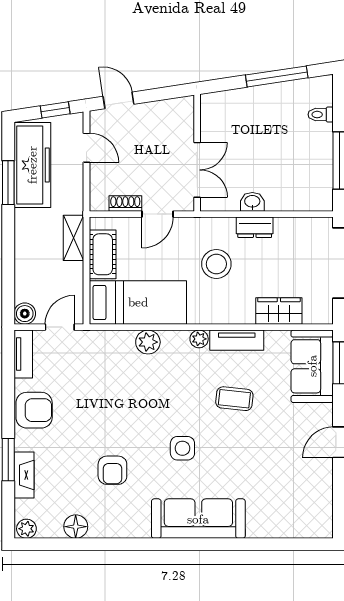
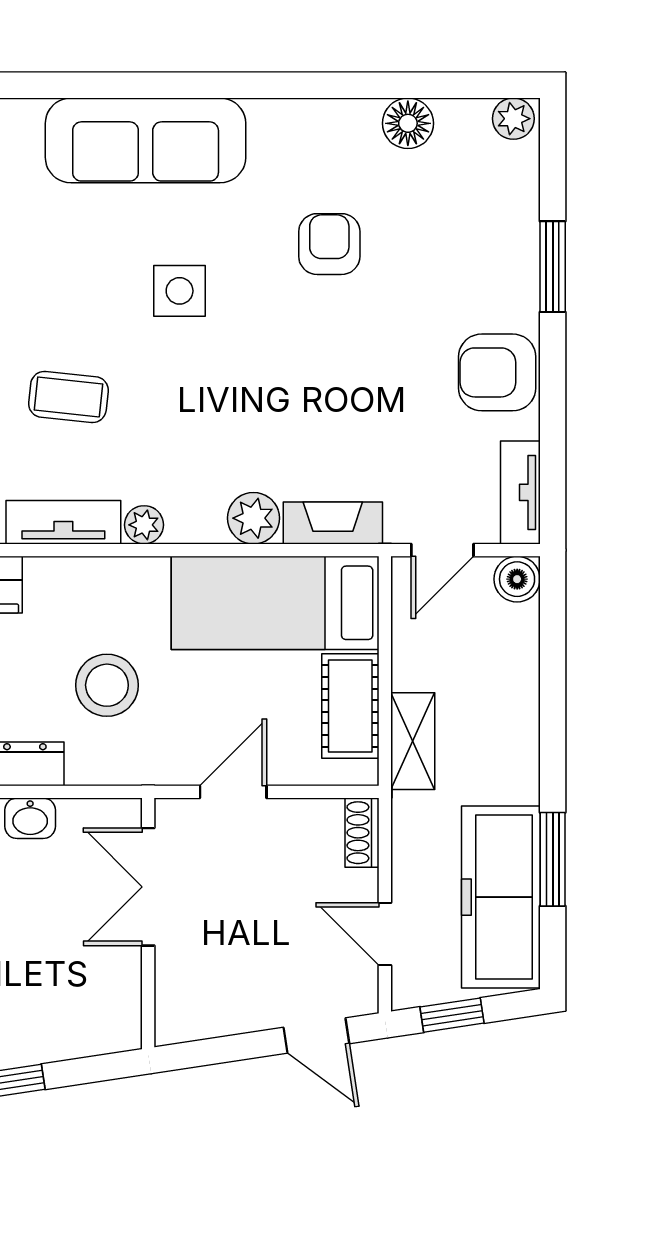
shoe rack: (125, 203) -> (362, 833), moved, turned 90
fireplace: (24, 475) -> (333, 523), moved, turned 90

